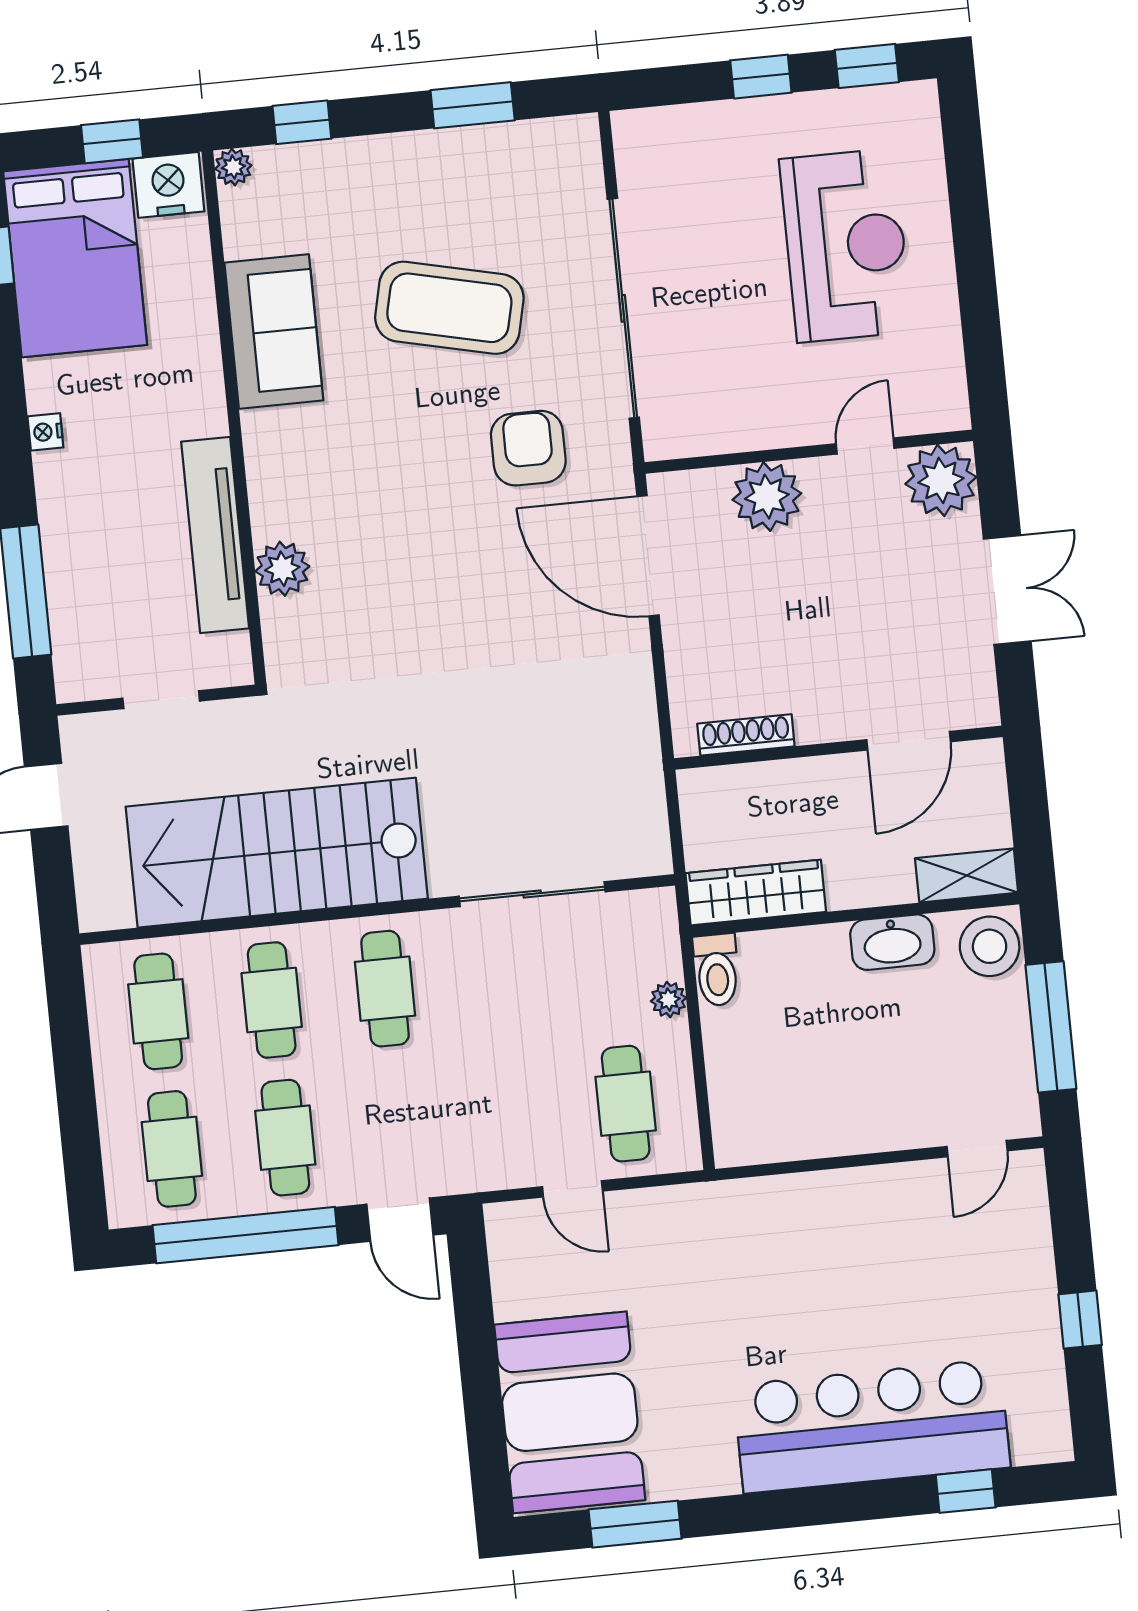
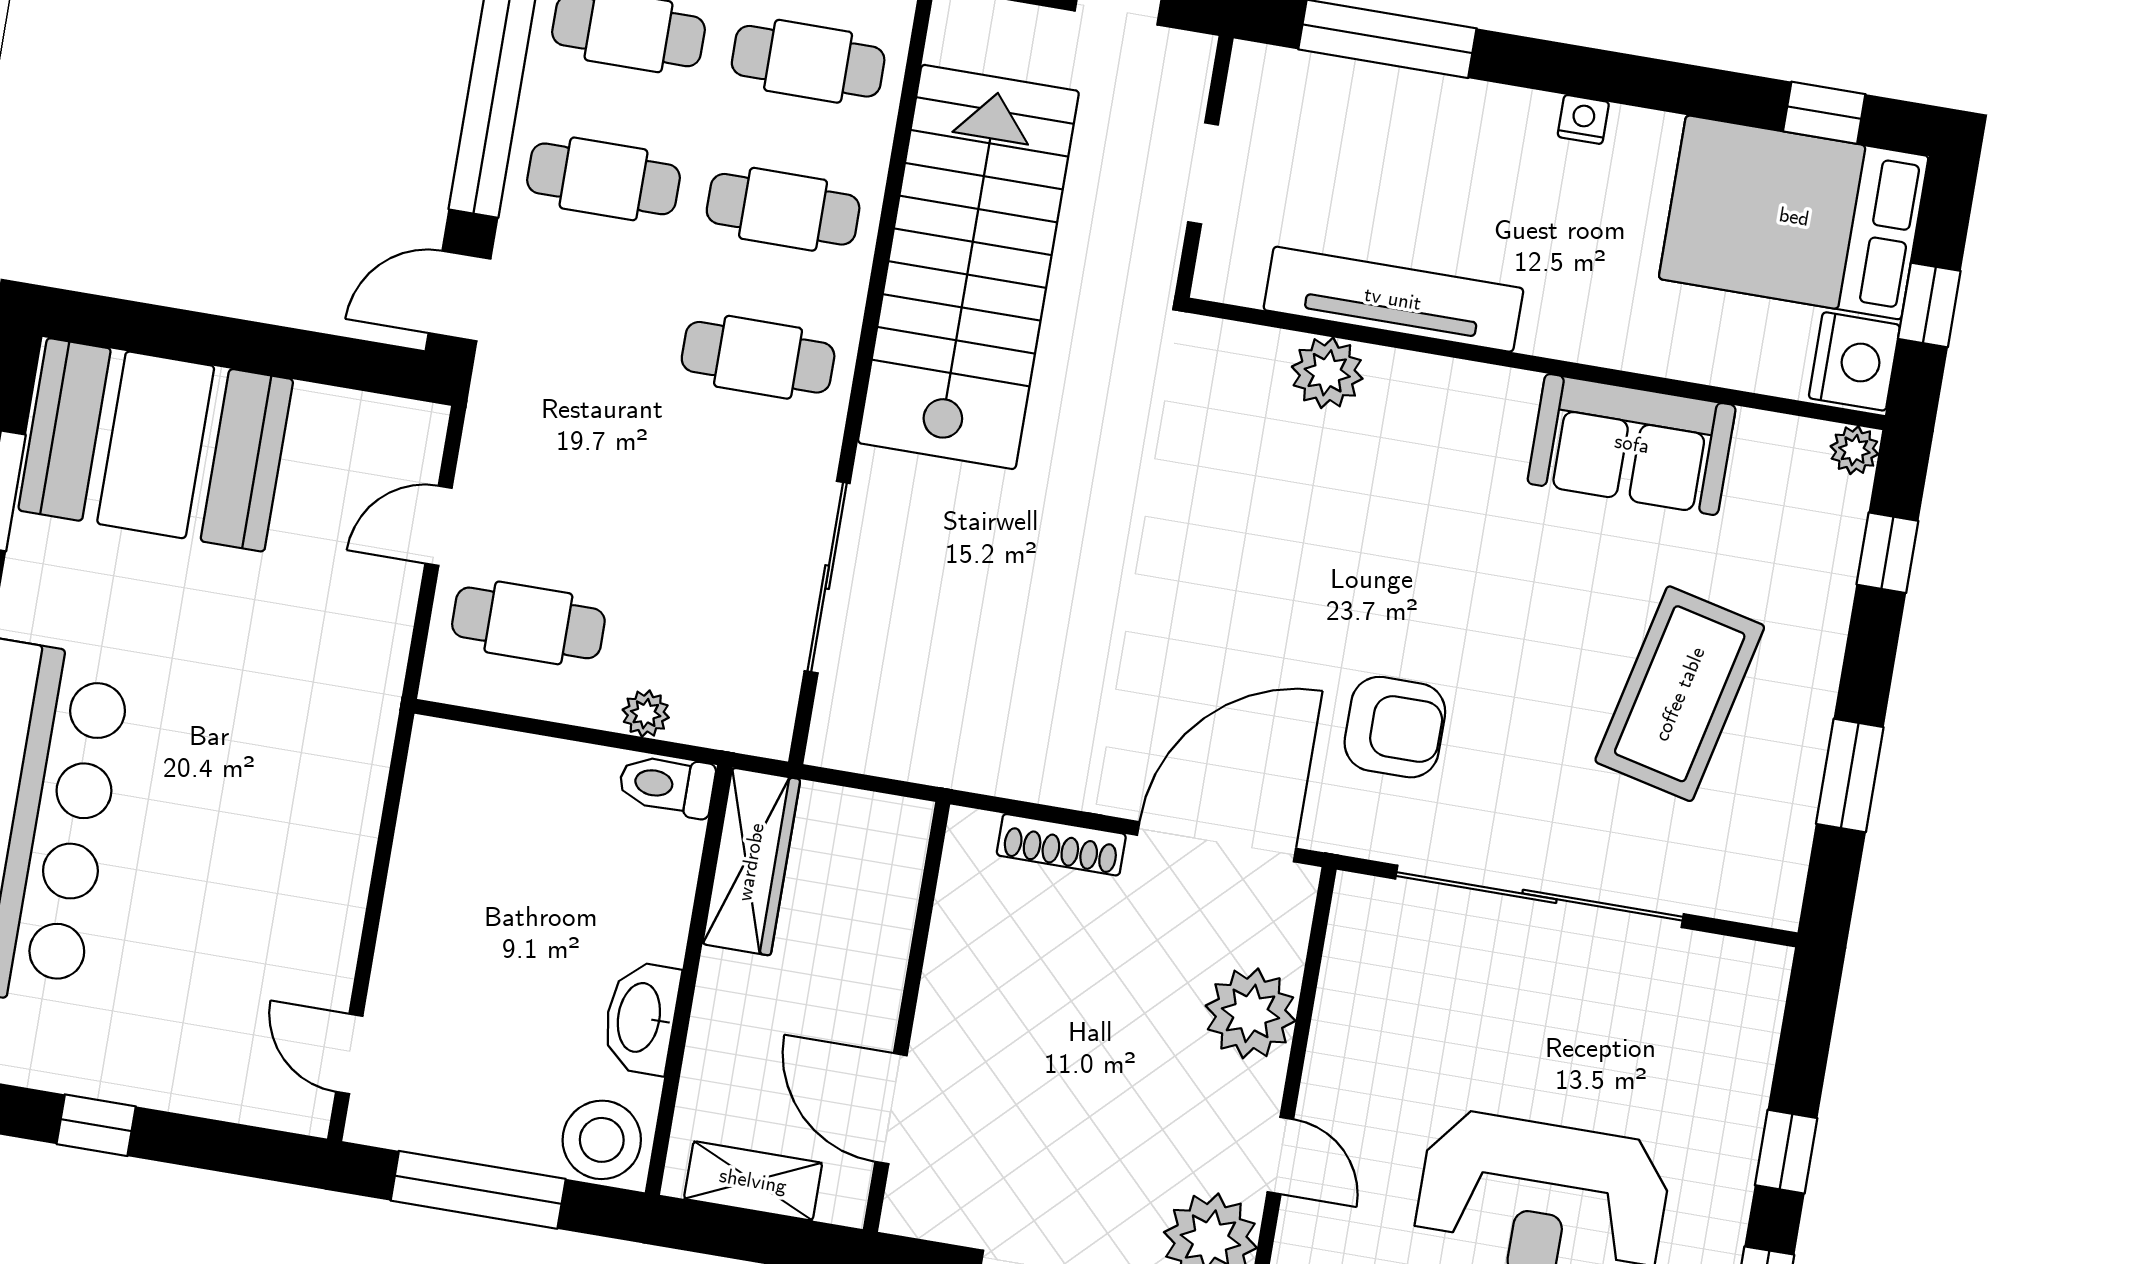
coffee table: (449, 308) -> (1680, 694), moved
shoe rack: (746, 735) -> (1061, 845), moved, turned 90
shelving: (967, 875) -> (753, 1181), moved, turned 90

